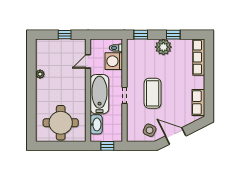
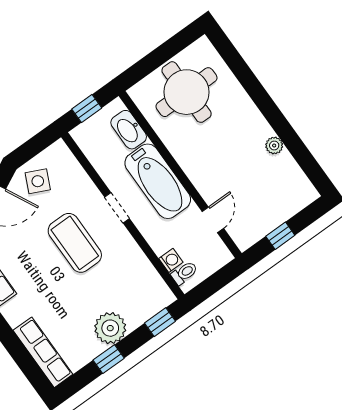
washing machine: (114, 61) -> (171, 260), width x0.53, depth x0.53

